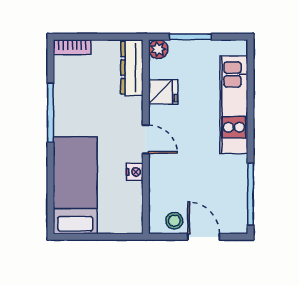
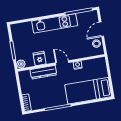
dresser: (132, 68) -> (43, 72), moved
kitchen unit: (234, 105) -> (55, 23), moved
door: (146, 139) -> (62, 63), hinge flipped

